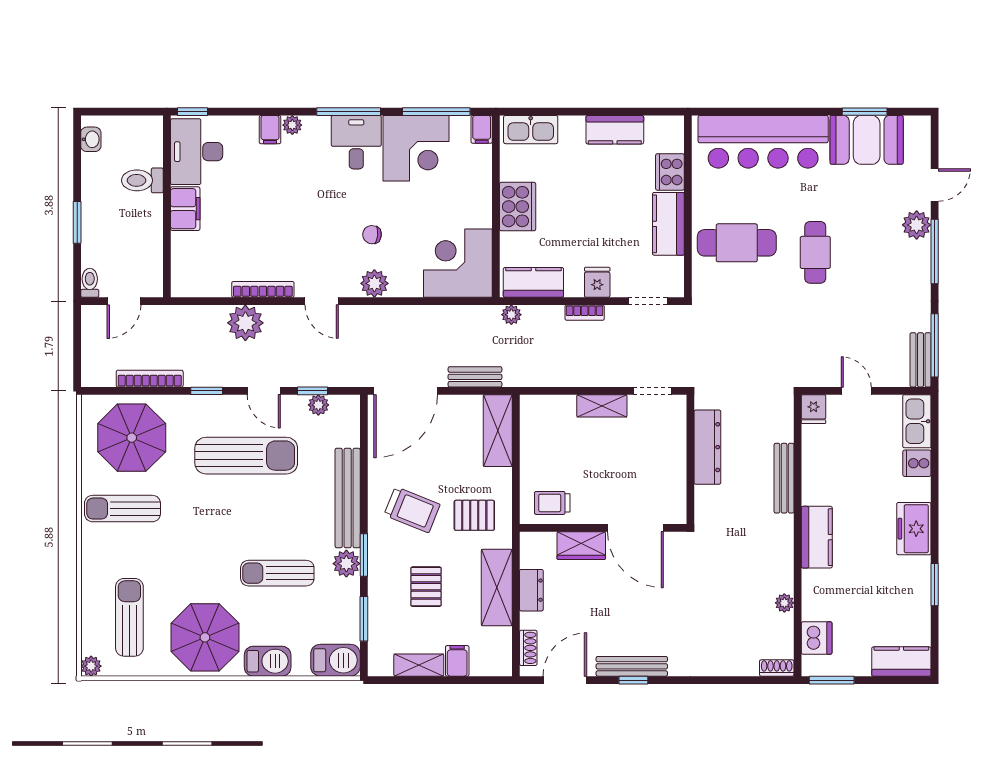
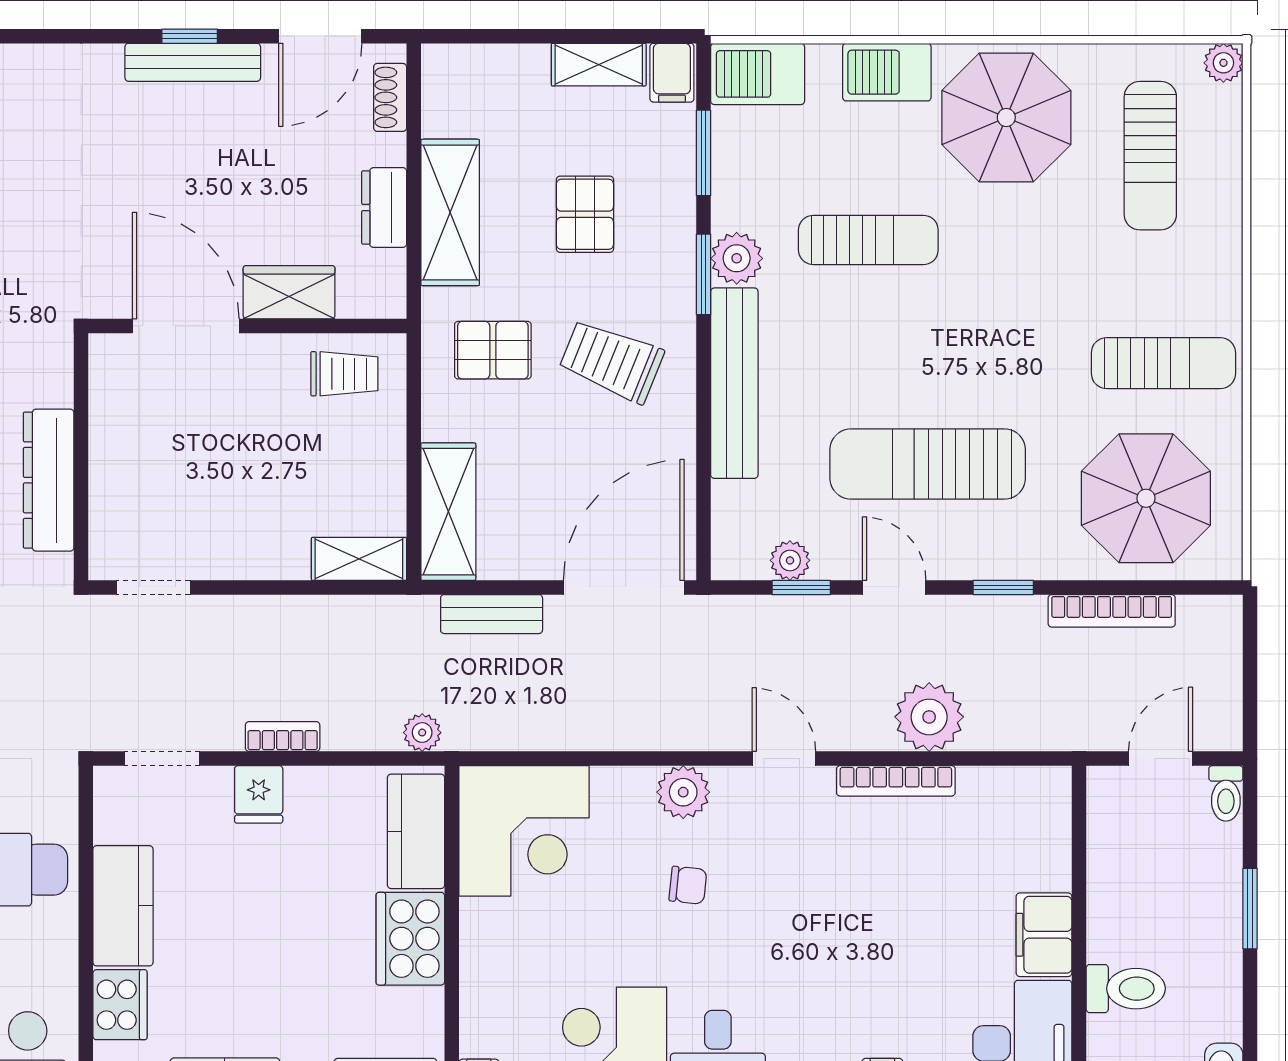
kitchen counter: (533, 282) -> (416, 831), moved, turned 90
shelving: (602, 406) -> (359, 559), moved
filing cabinet: (457, 661) -> (672, 73), moved

